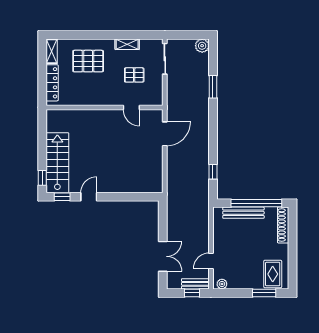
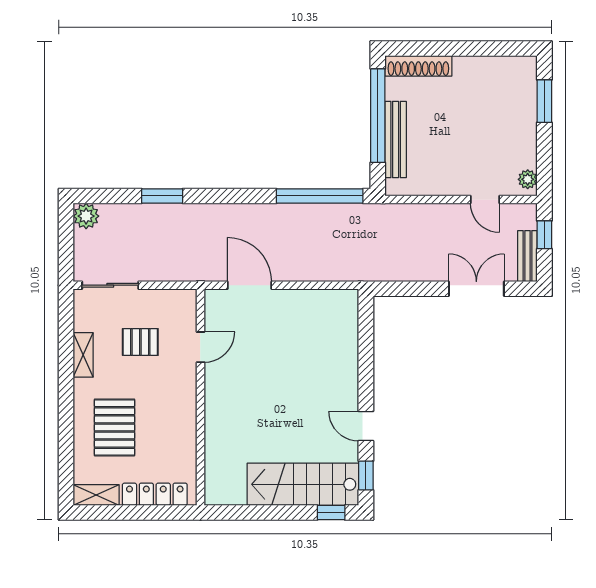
pallet: (134, 75) -> (140, 342), turned 90
window: (213, 172) -> (320, 196), width x3.17
rug: (273, 274) -> (509, 85), removed
bench: (195, 284) -> (527, 256), moved

